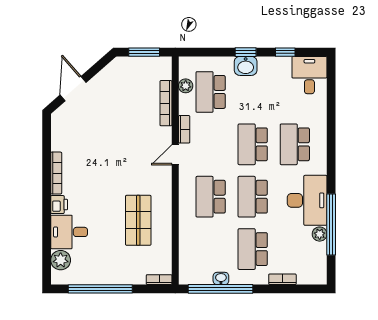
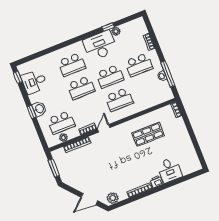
window: (285, 52) -> (18, 77), moved
desk: (309, 75) -> (34, 82), moved
door: (175, 155) -> (104, 128), swing flipped
window: (331, 225) -> (108, 27), width x0.32
plant: (61, 260) -> (113, 198), moved
window: (100, 289) -> (194, 140), removed
window: (221, 289) -> (168, 74), width x0.68

